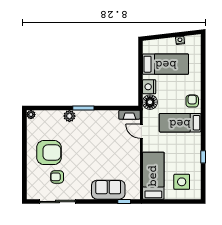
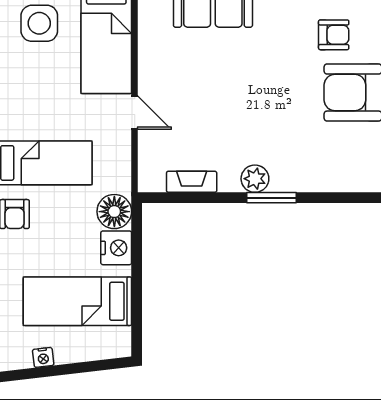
fireplace: (129, 115) -> (192, 182), moved
plant: (69, 116) -> (255, 179), moved
door: (141, 131) -> (135, 113), moved

